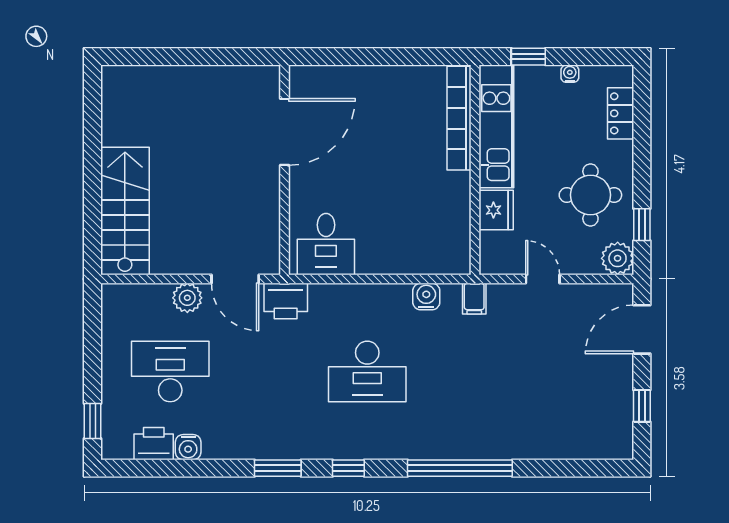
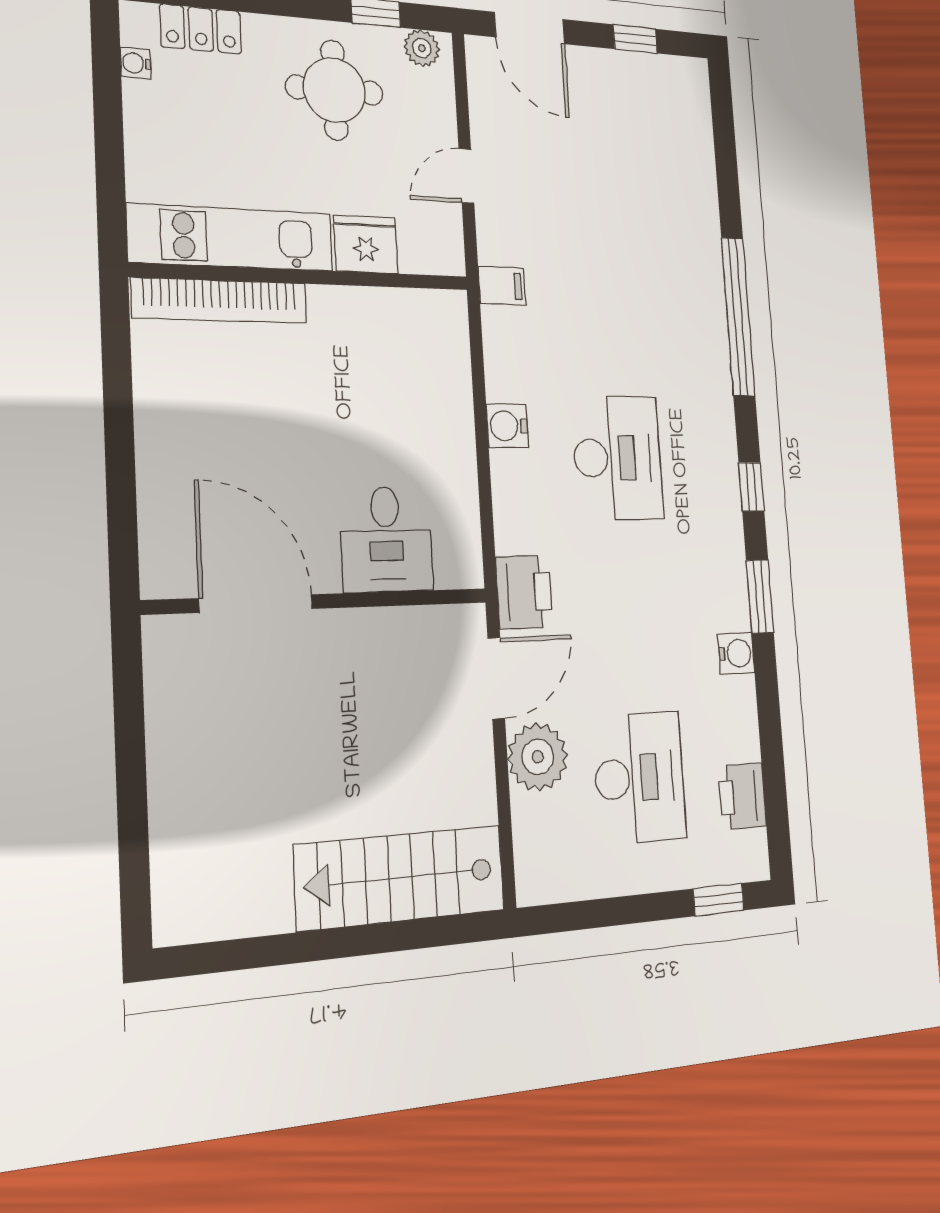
window: (528, 57) -> (110, 177), removed
water cooler: (570, 74) -> (136, 63), moved
desk: (326, 244) -> (386, 539), moved, turned 90
plant: (618, 258) -> (422, 48), width x0.73, depth x0.73
water cooler: (426, 297) -> (507, 426), moved
plant: (187, 298) -> (538, 757), width x1.36, depth x1.36
desk: (170, 371) -> (640, 778), turned 180
water cooler: (188, 447) -> (736, 653), moved

